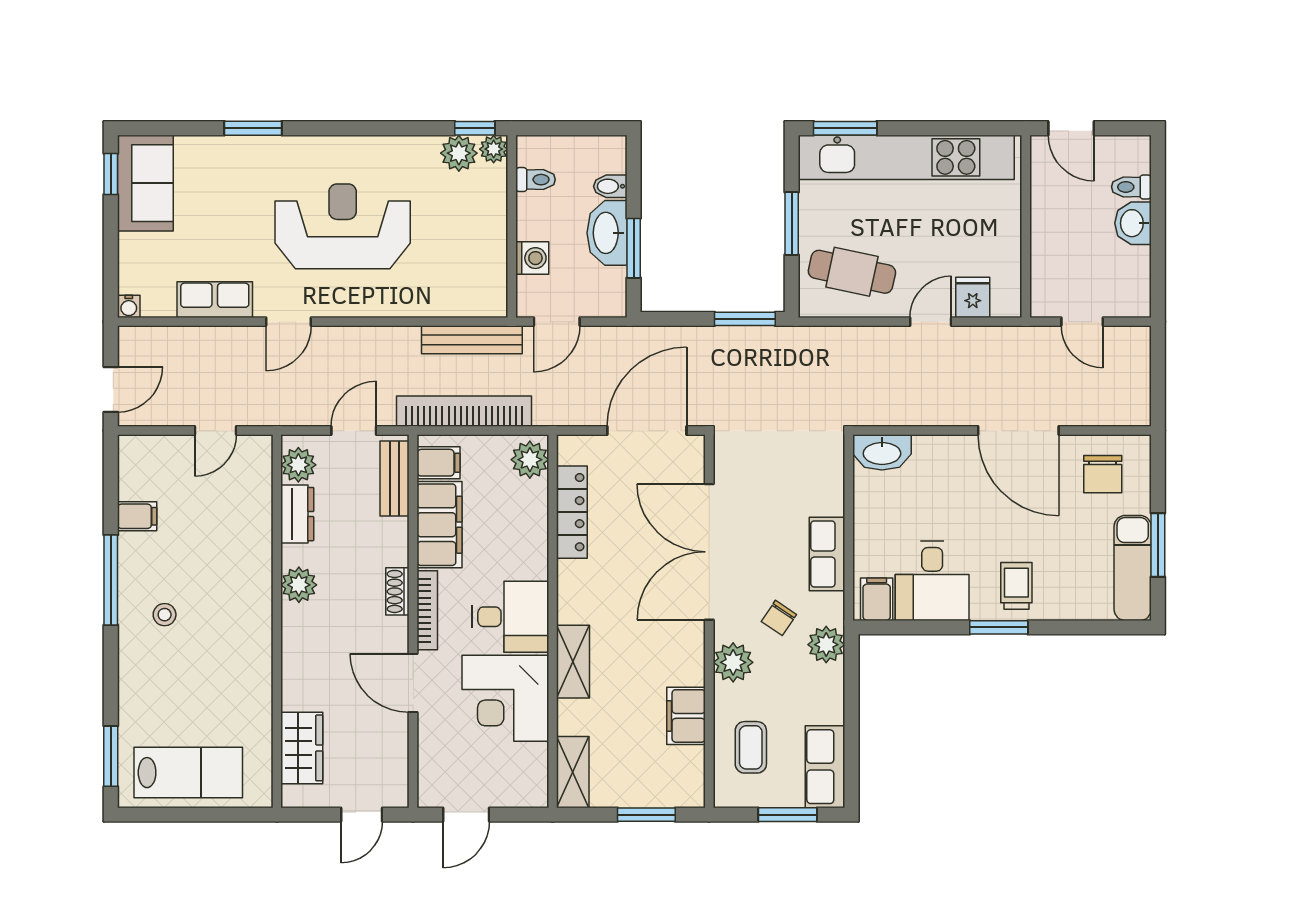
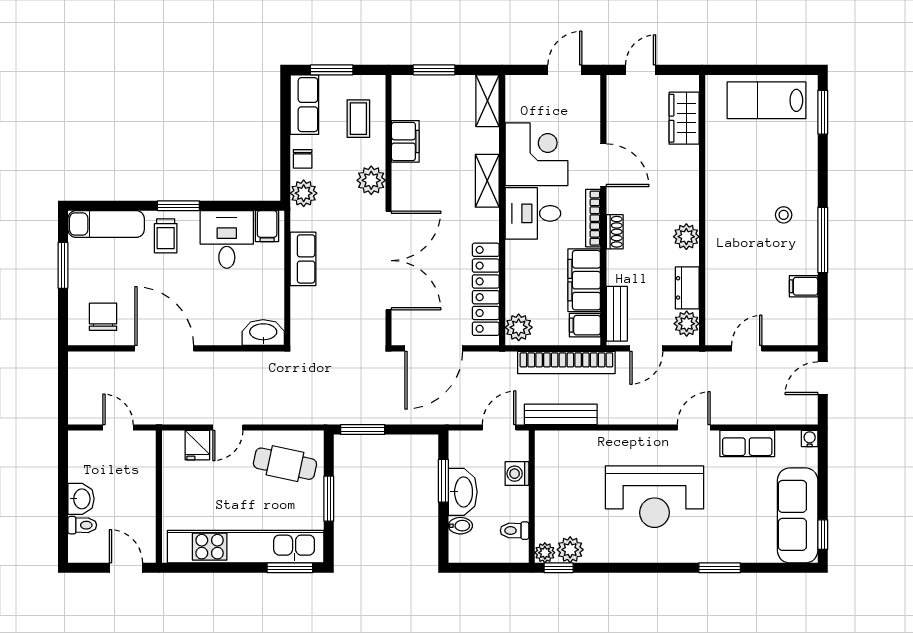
sofa: (145, 183) -> (798, 515), width x1.36
locker: (572, 512) -> (486, 289), width x1.41, depth x1.21
exam couch: (1133, 568) -> (106, 224), moved, turned 90
chair: (779, 618) -> (303, 159), moved, turned 146

